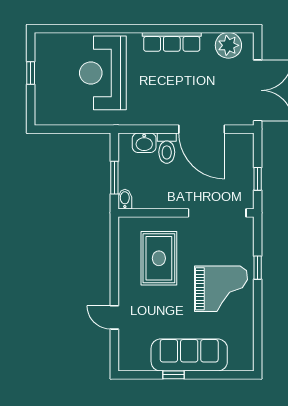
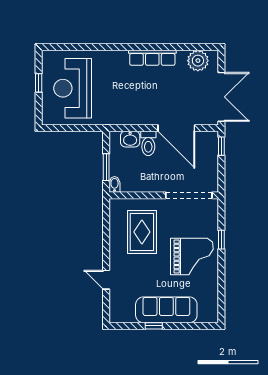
reception desk: (103, 73) -> (73, 88), moved
window: (258, 179) -> (221, 146), moved

